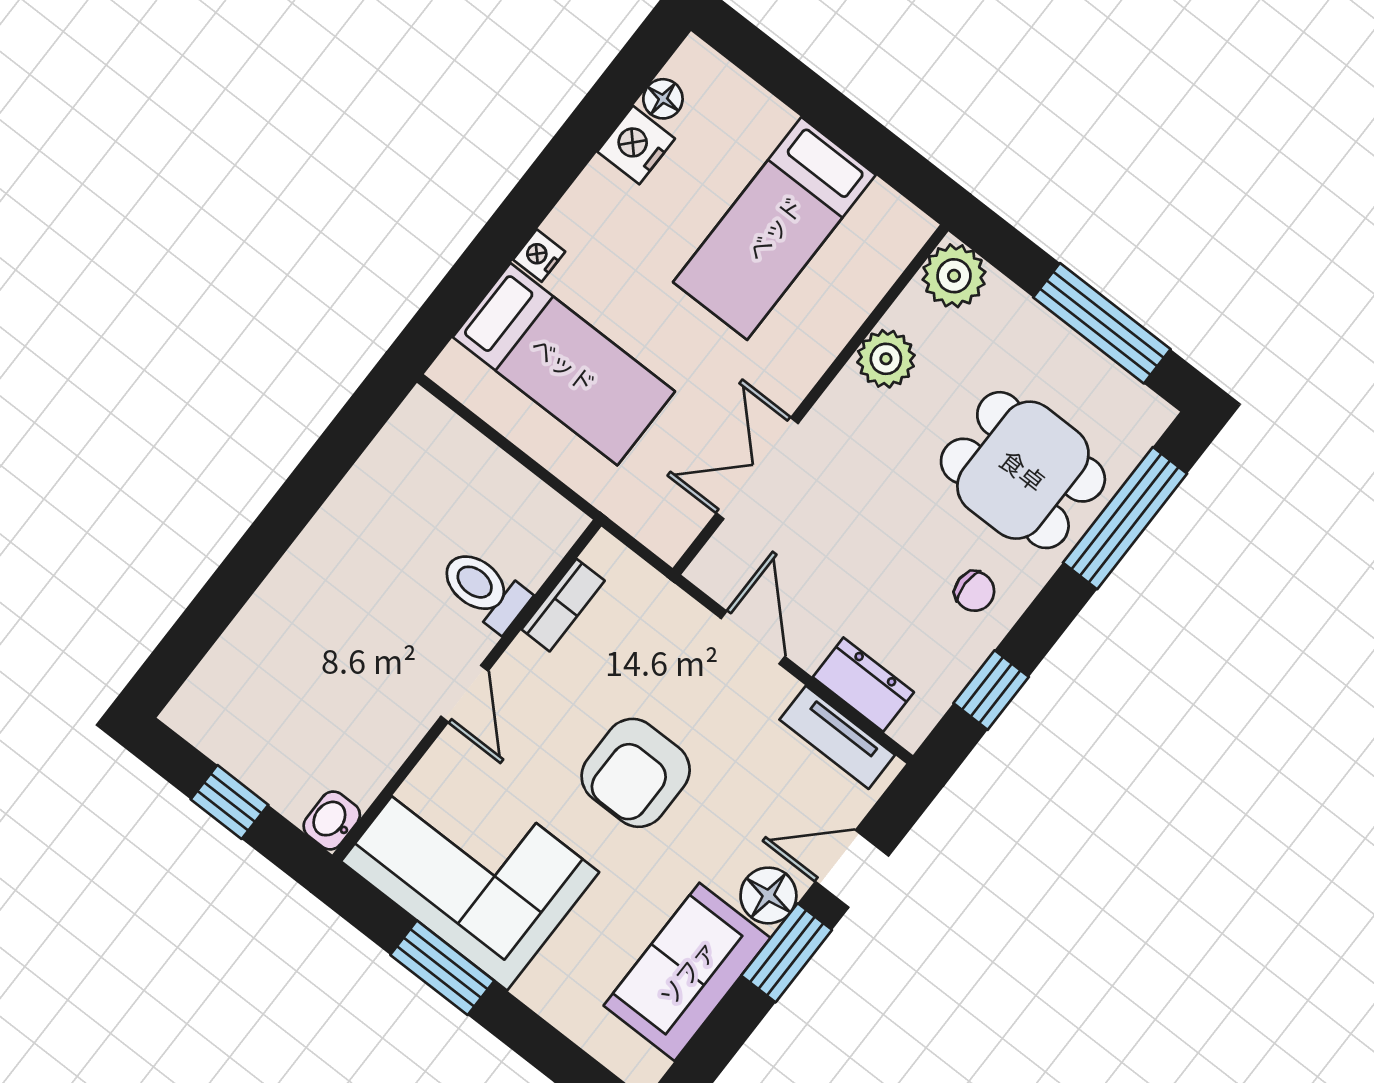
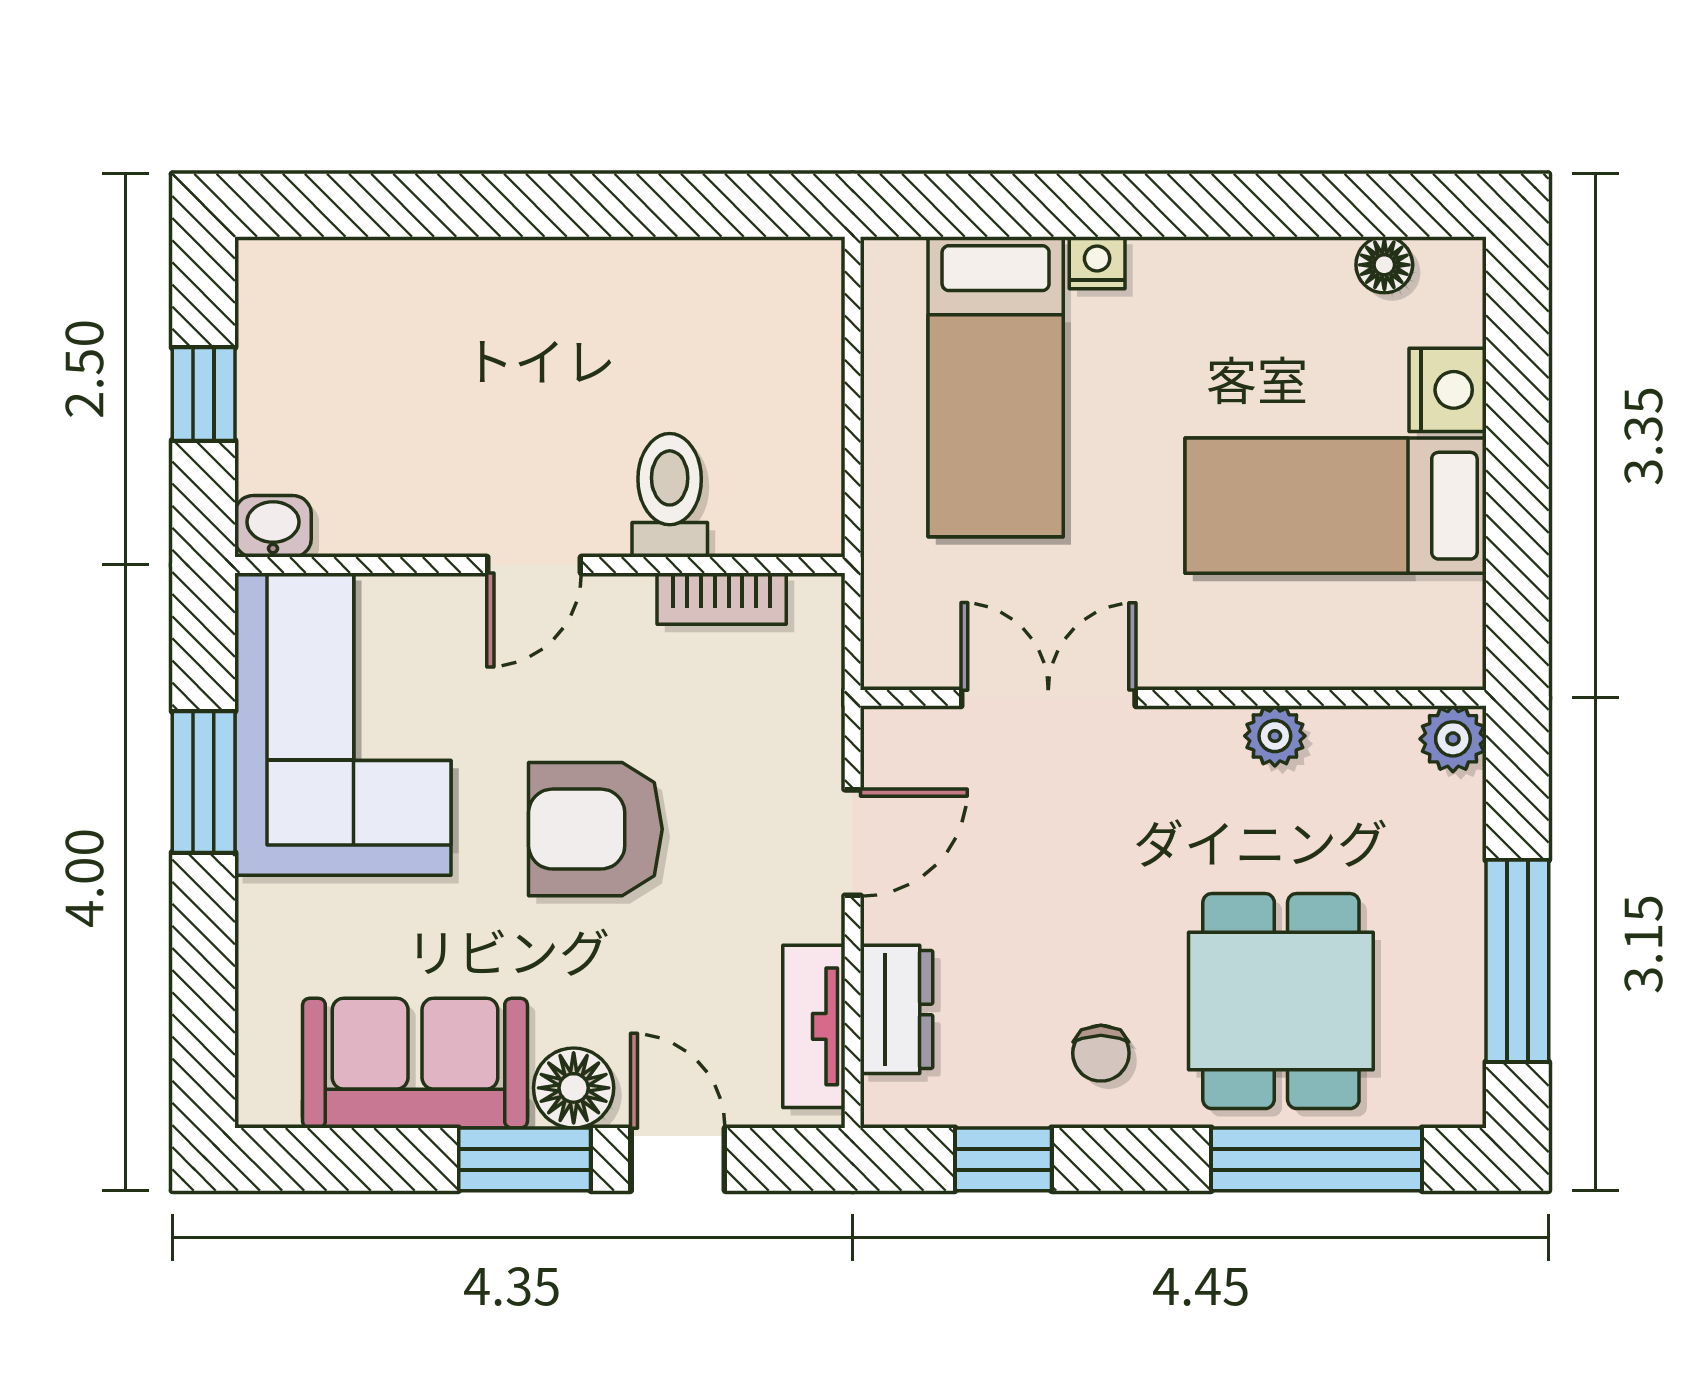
nightstand: (636, 145) -> (1448, 390), moved, turned 90
plant: (954, 276) -> (1453, 739), width x0.73, depth x0.73
plant: (886, 359) -> (1275, 736), width x0.73, depth x0.73

